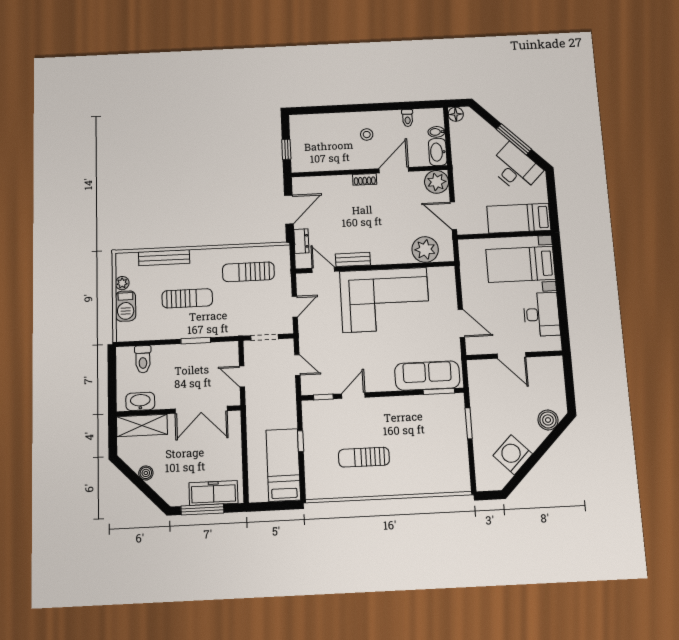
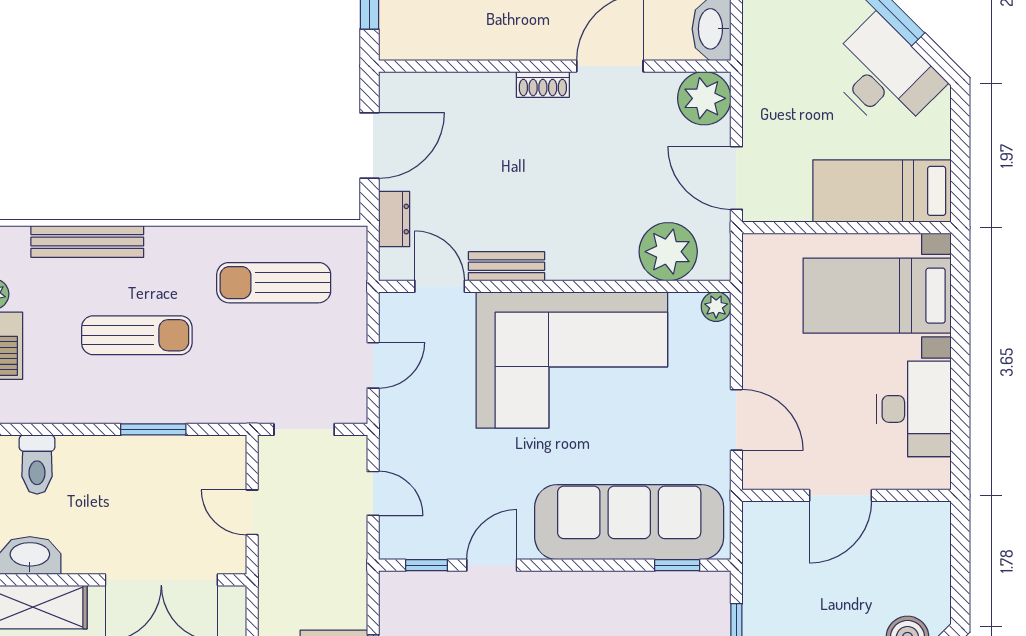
plant: (448, 273) -> (716, 307), added
door: (511, 355) -> (840, 495), hinge flipped
sofa: (427, 376) -> (629, 522), width x1.36, depth x1.27
window: (439, 391) -> (677, 565), width x0.67

